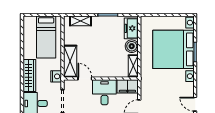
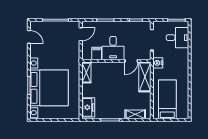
boiler: (132, 46) -> (88, 91), removed
wardrobe: (29, 75) -> (183, 64), removed
door: (85, 78) -> (131, 61), hinge flipped
filing cabinet: (127, 86) -> (97, 54), width x0.50

